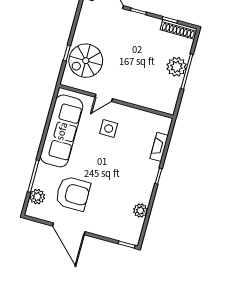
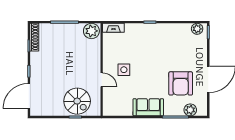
plant: (177, 67) -> (91, 31), moved
sofa: (62, 131) -> (148, 107), width x0.54, depth x0.79
fireplace: (159, 147) -> (113, 28), moved
armchair: (73, 194) -> (181, 83), turned 180
plant: (140, 211) -> (197, 29), moved

